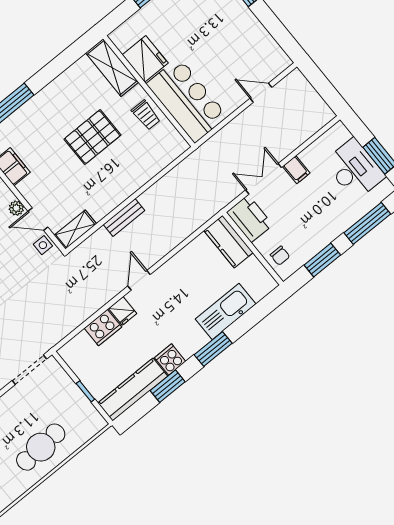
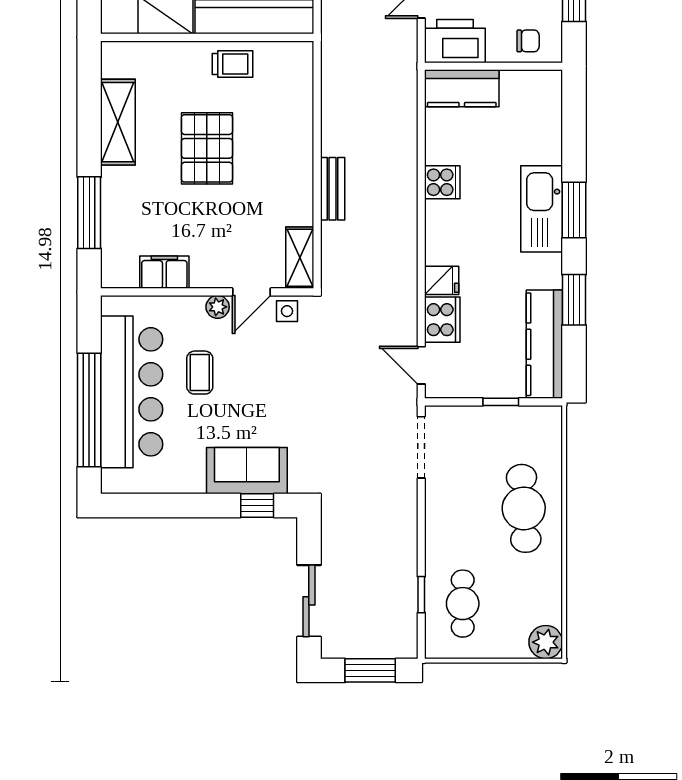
shelving: (112, 68) -> (118, 122), moved, turned 90
door: (139, 280) -> (421, 365), moved
kitchen sink: (226, 312) -> (542, 209), moved
cooker: (170, 360) -> (442, 182), moved, turned 180

